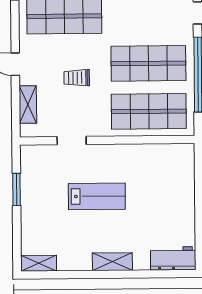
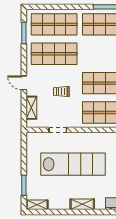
window: (16, 189) -> (24, 185), moved
lab bench: (97, 196) -> (73, 164), width x1.86, depth x1.39

